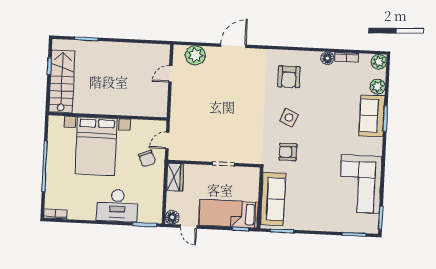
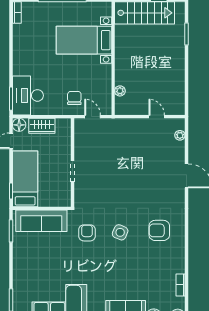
plant: (195, 55) -> (180, 135), width x0.53, depth x0.53
floor lamp: (327, 58) -> (179, 267), removed
plant: (142, 111) -> (120, 91), added
bed with nightstands: (96, 146) -> (84, 40), width x0.73
chair: (147, 159) -> (74, 98), turned 113
wardrobe: (175, 177) -> (42, 126), moved
desk: (117, 206) -> (28, 95), moved

